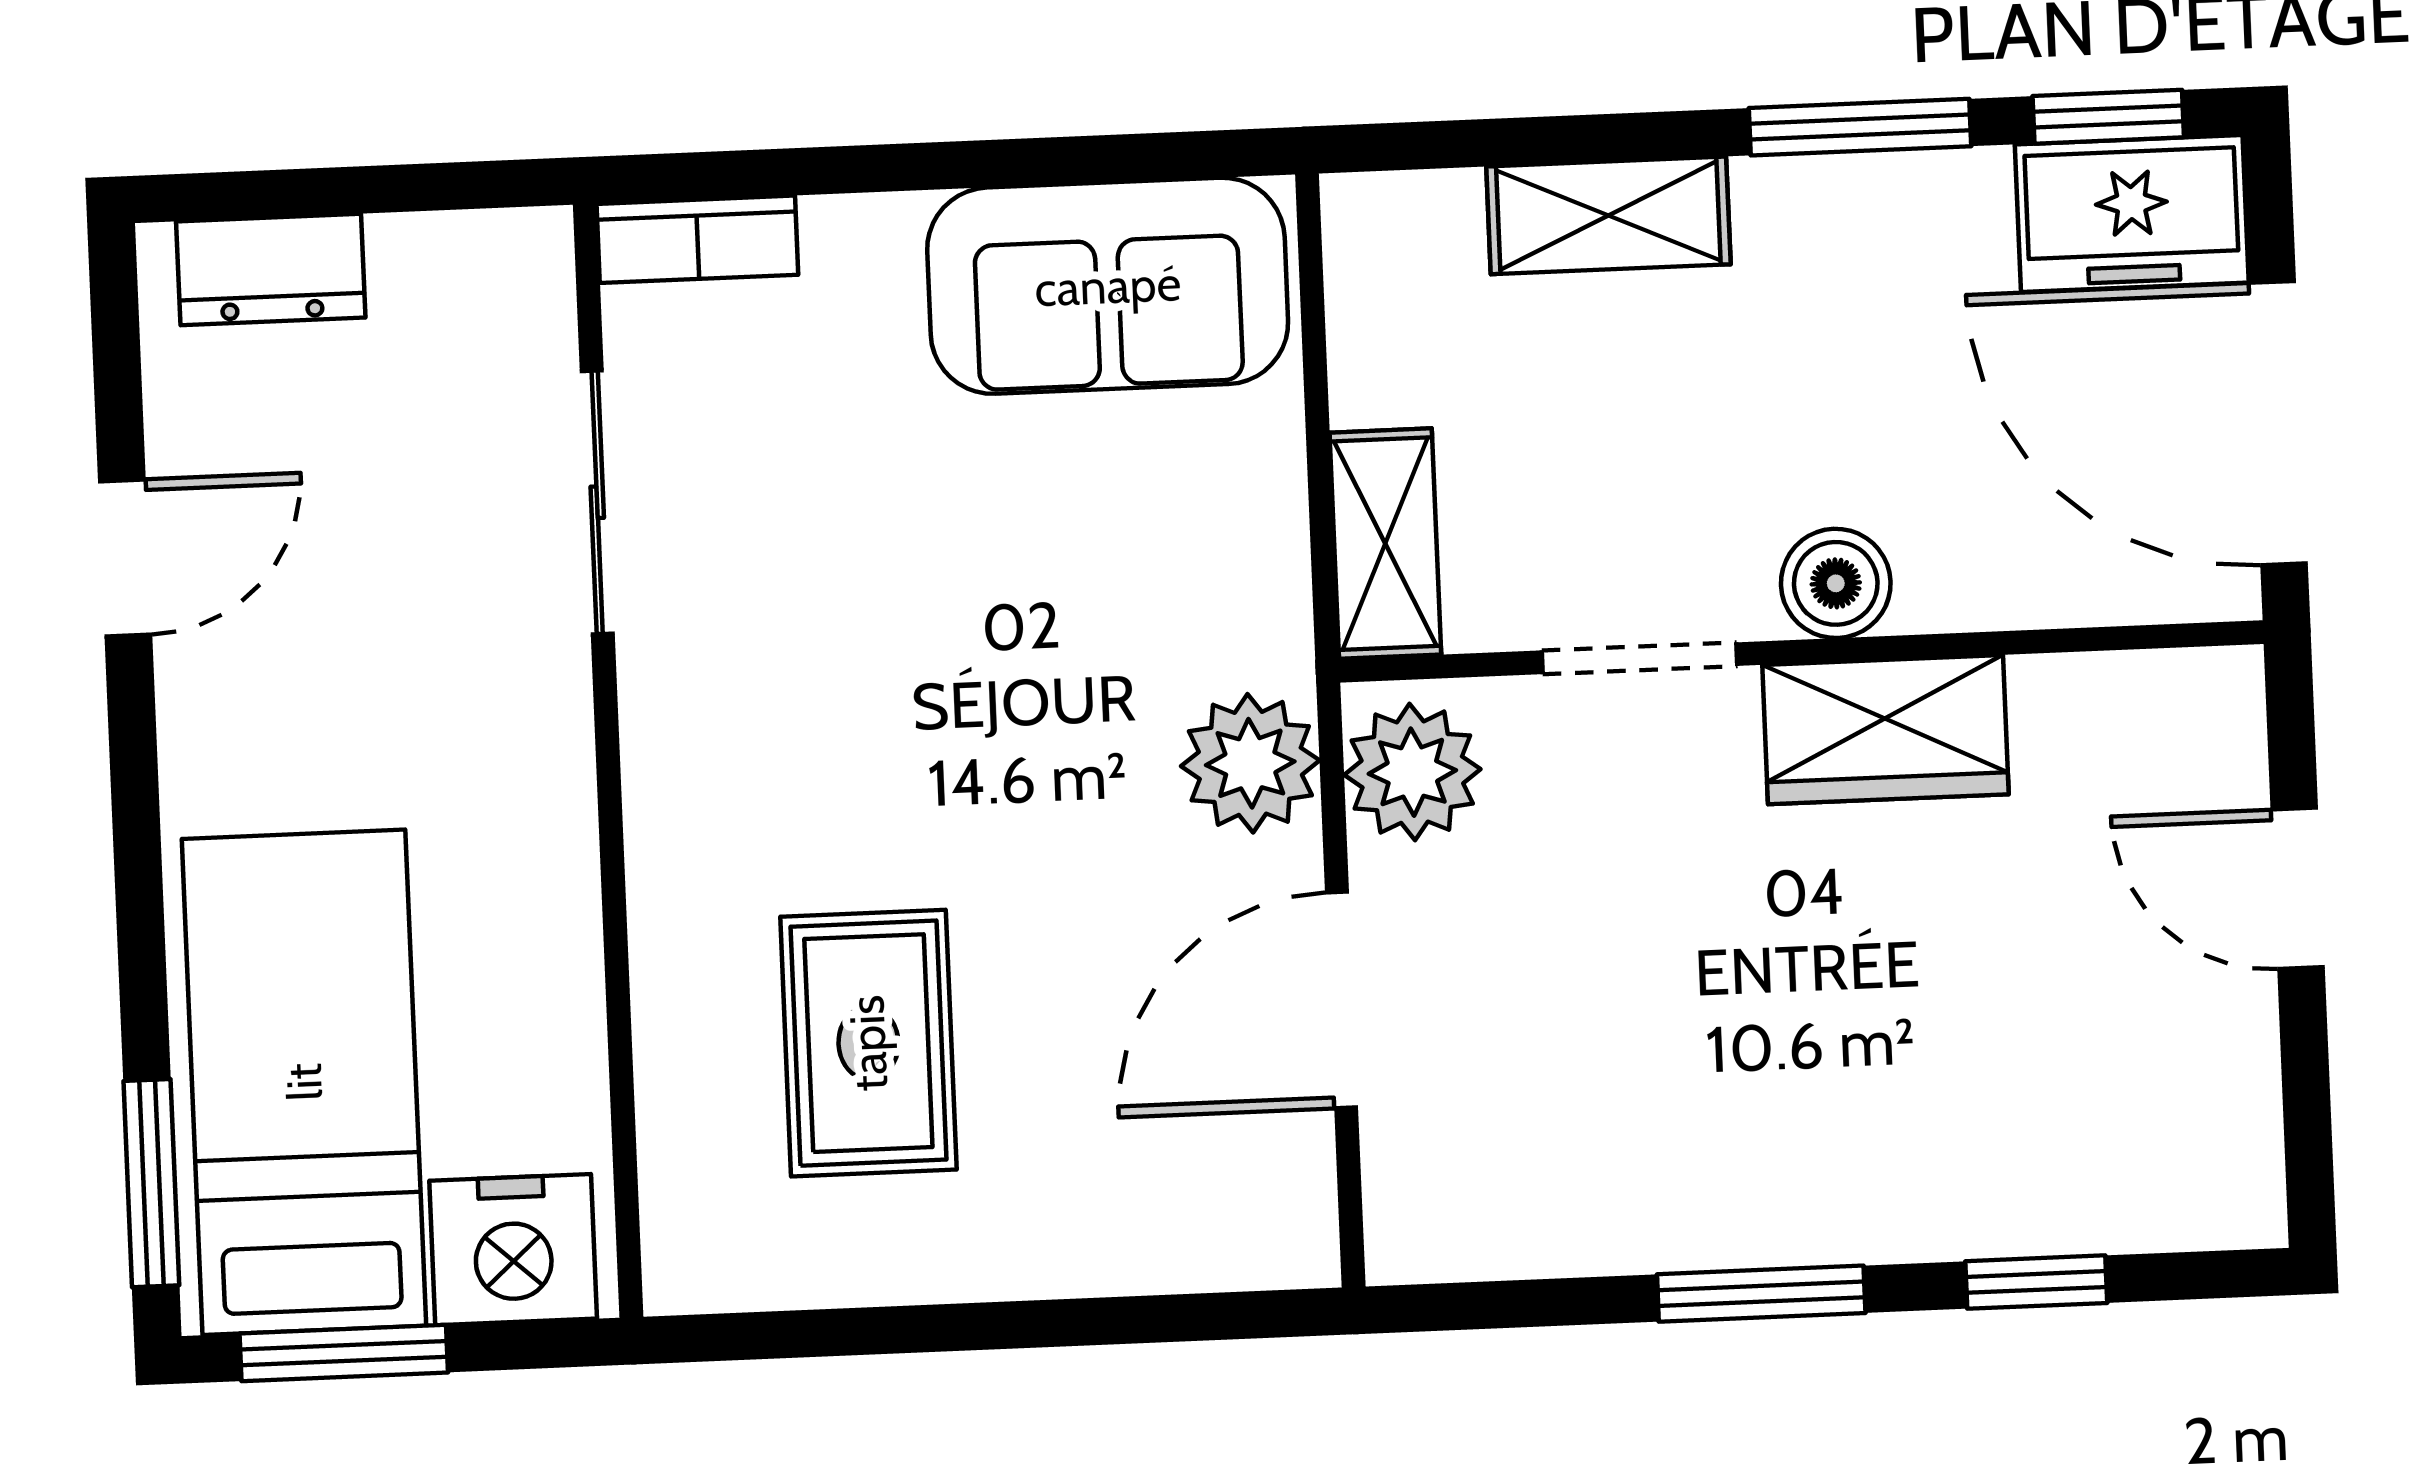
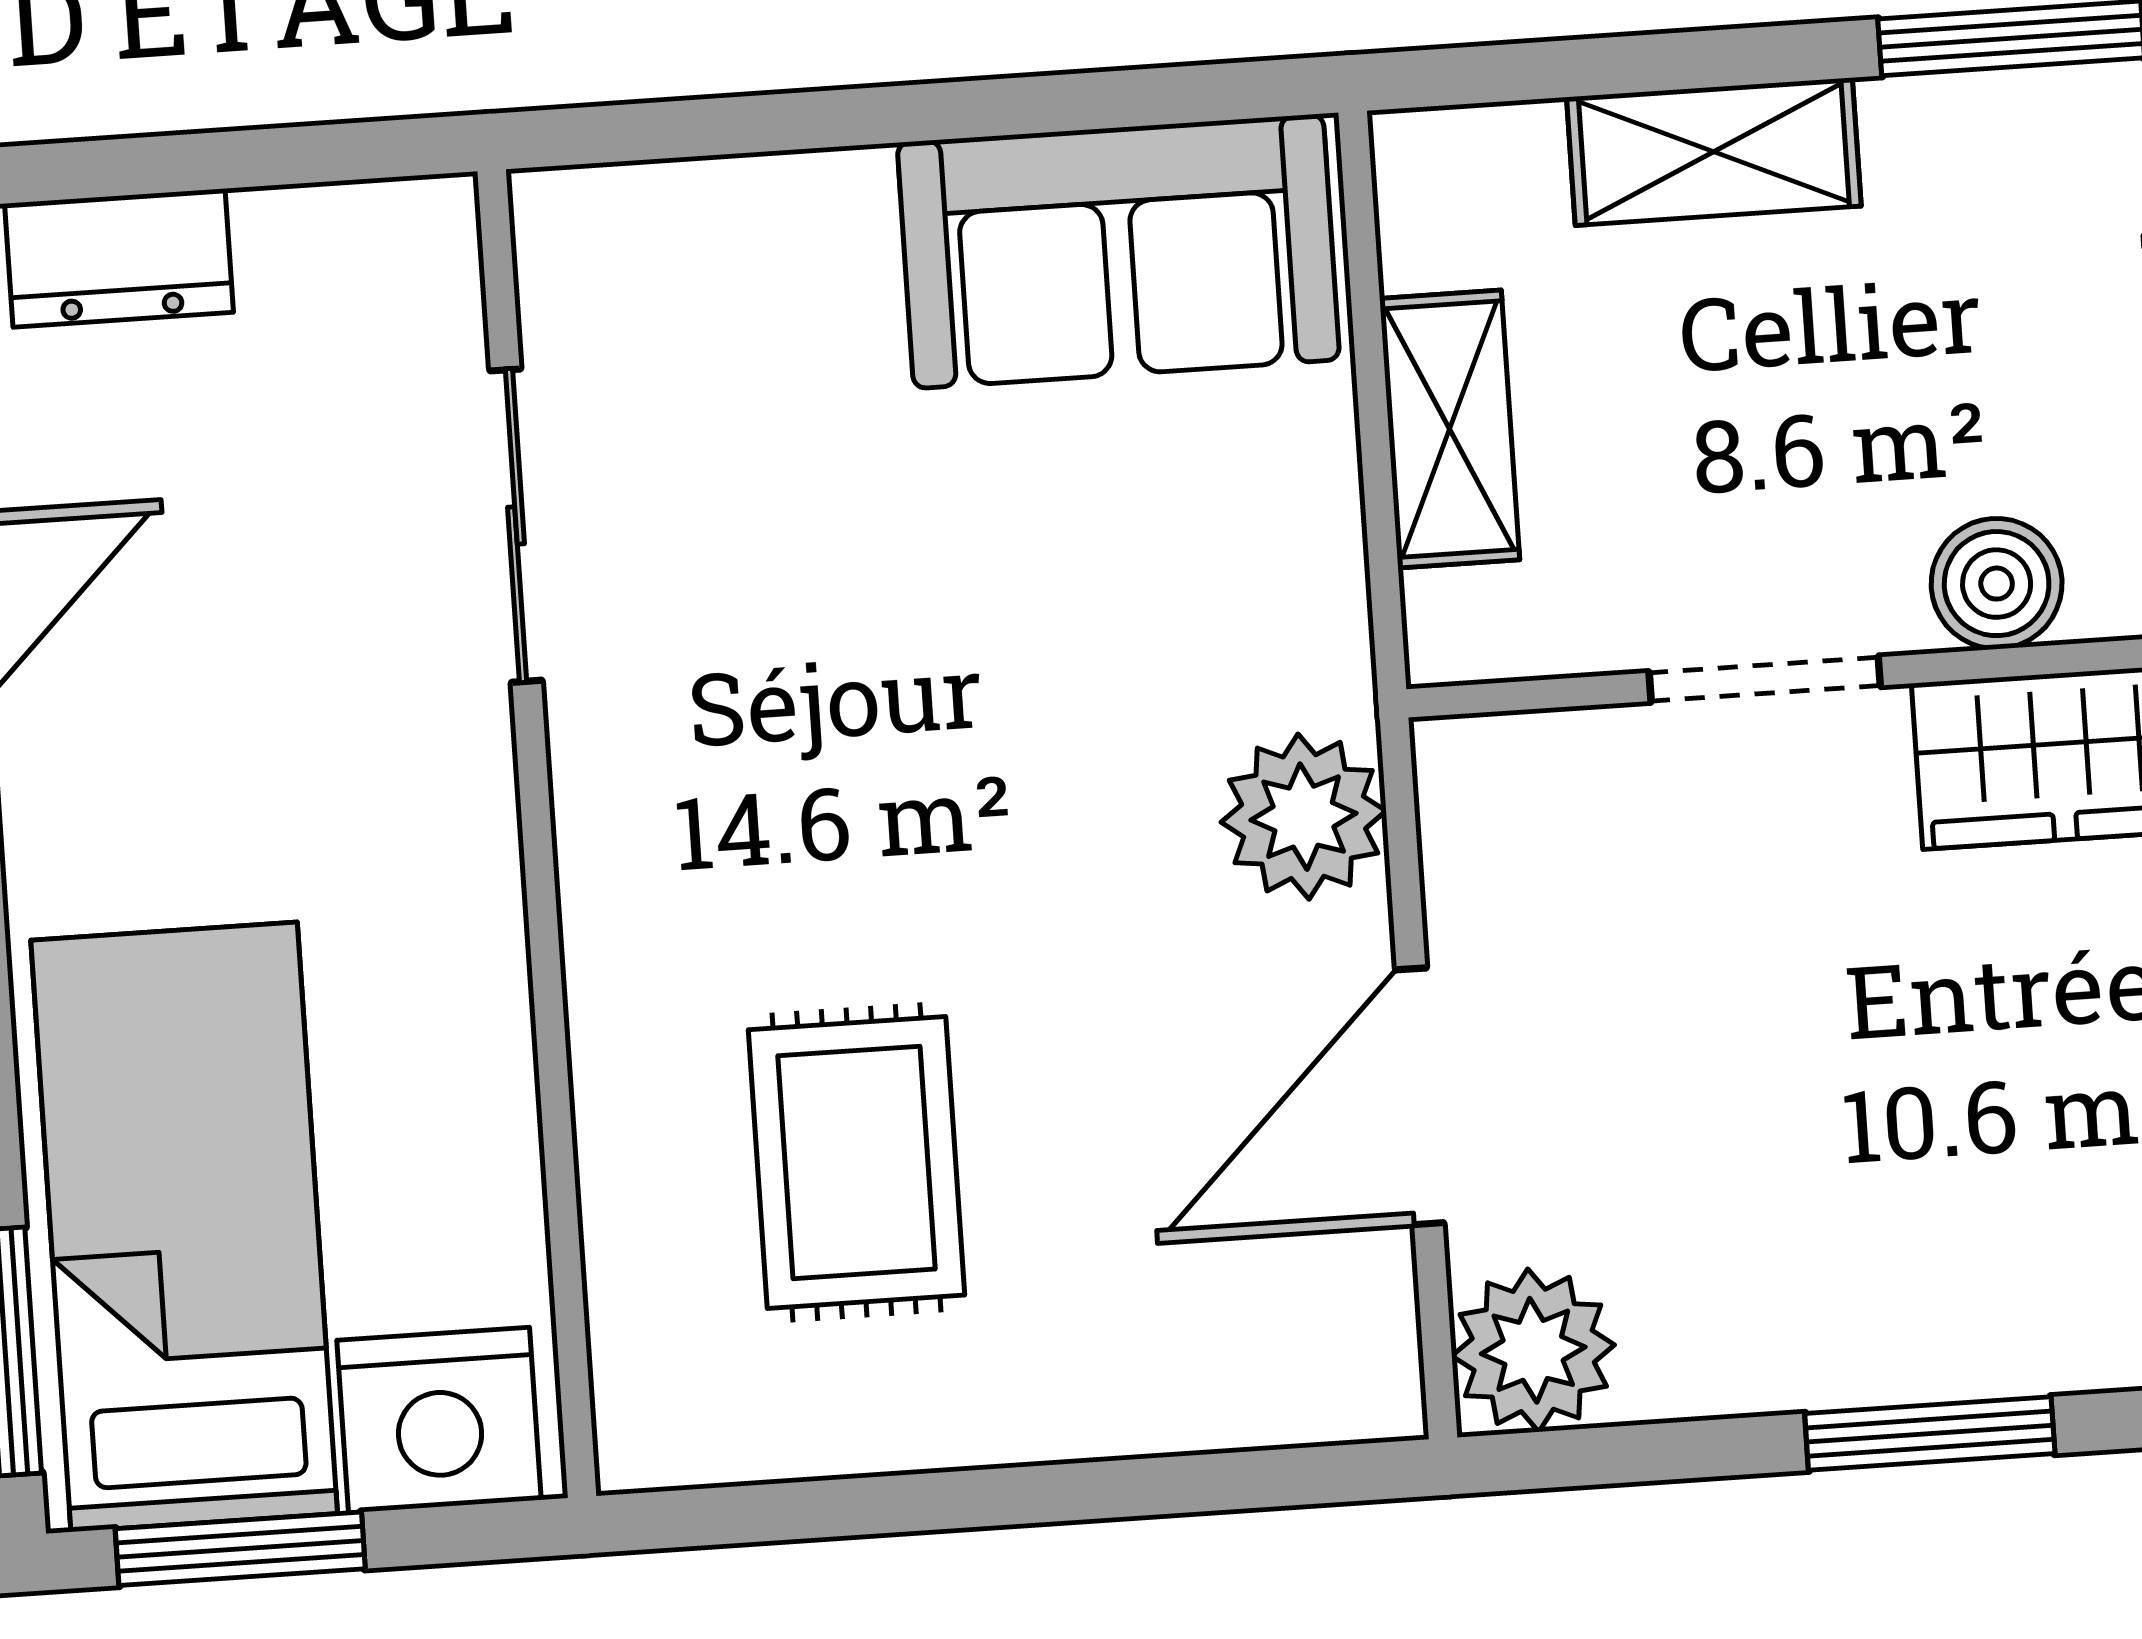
bookcase: (697, 239) -> (627, 209), removed
shelving: (1385, 544) -> (1450, 429), moved
plant: (1412, 772) -> (1533, 1350), moved

